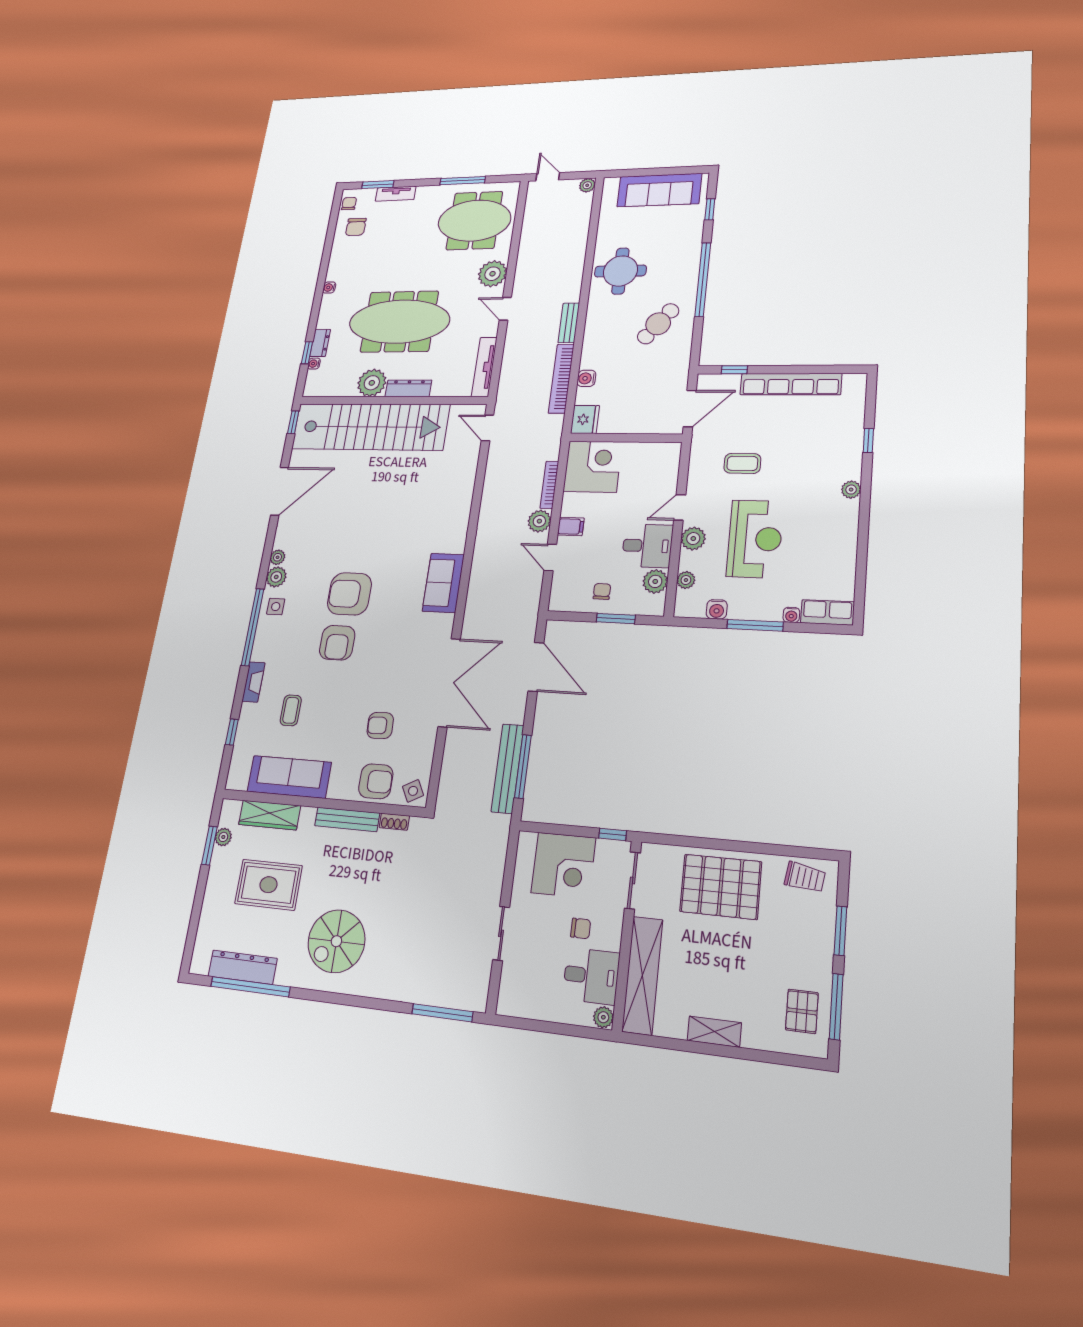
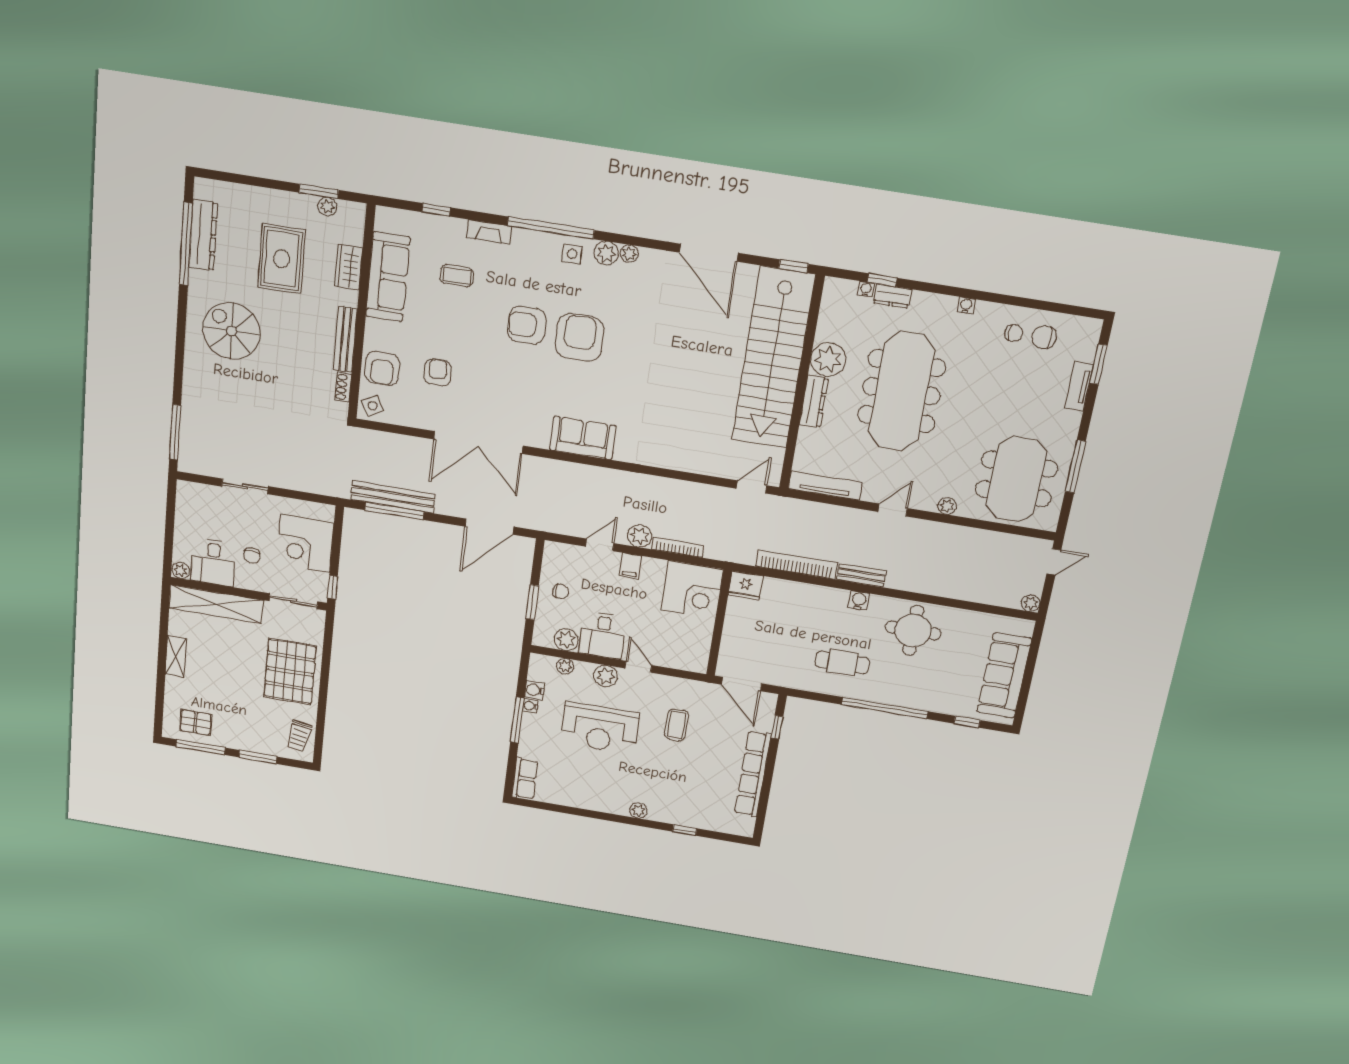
chair: (349, 204) -> (1014, 333), moved
plant: (492, 274) -> (947, 506), width x0.53, depth x0.53
cafe table: (658, 324) -> (842, 662), turned -39
water cooler: (586, 378) -> (859, 601), moved
water cooler: (791, 615) -> (530, 706), moved
wardrobe: (270, 815) -> (349, 267), width x0.67

